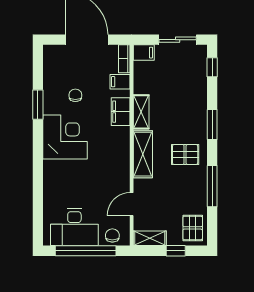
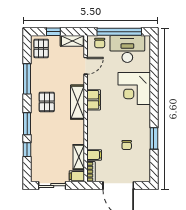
window: (212, 67) -> (27, 150), moved
filing cabinet: (121, 112) -> (94, 100), moved
shelving: (141, 112) -> (79, 157), moved
corner desk: (65, 137) -> (134, 88), moved
pallet: (185, 154) -> (47, 102), turned 90

